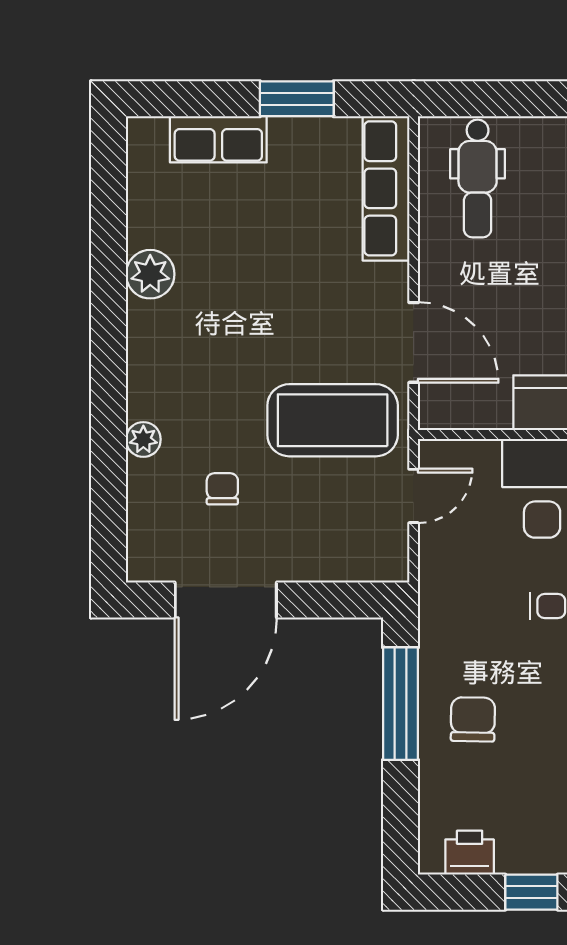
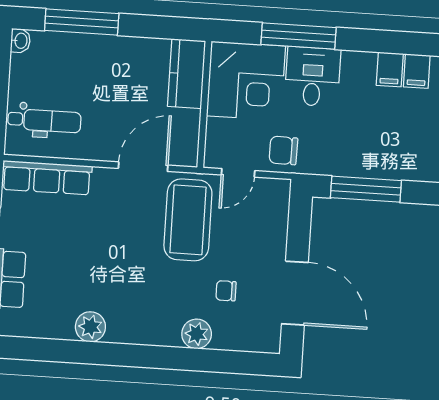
plant: (143, 439) -> (197, 334), width x1.38, depth x1.38
door: (414, 496) -> (238, 173), swing flipped
chair: (473, 719) -> (283, 150), moved

